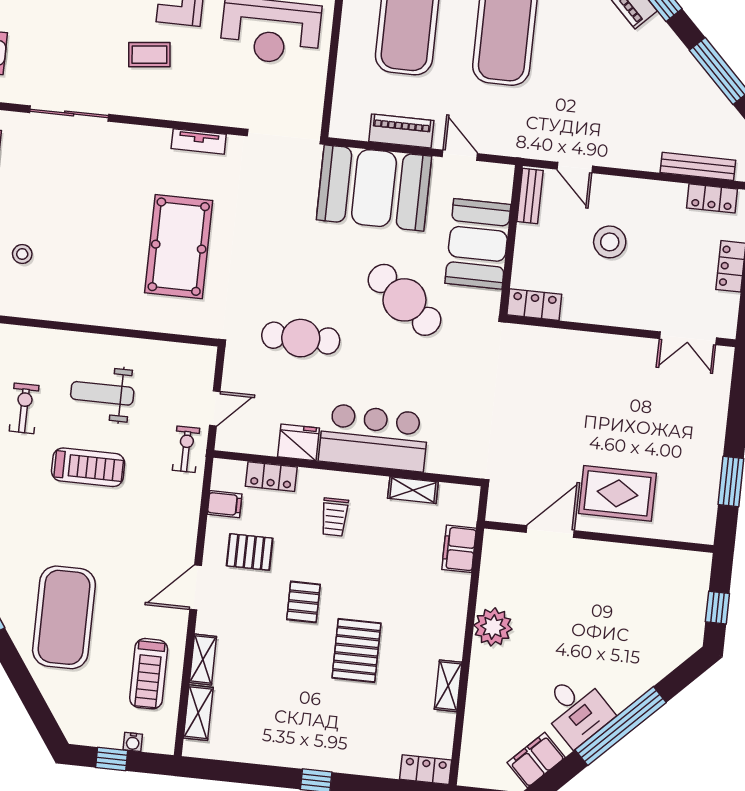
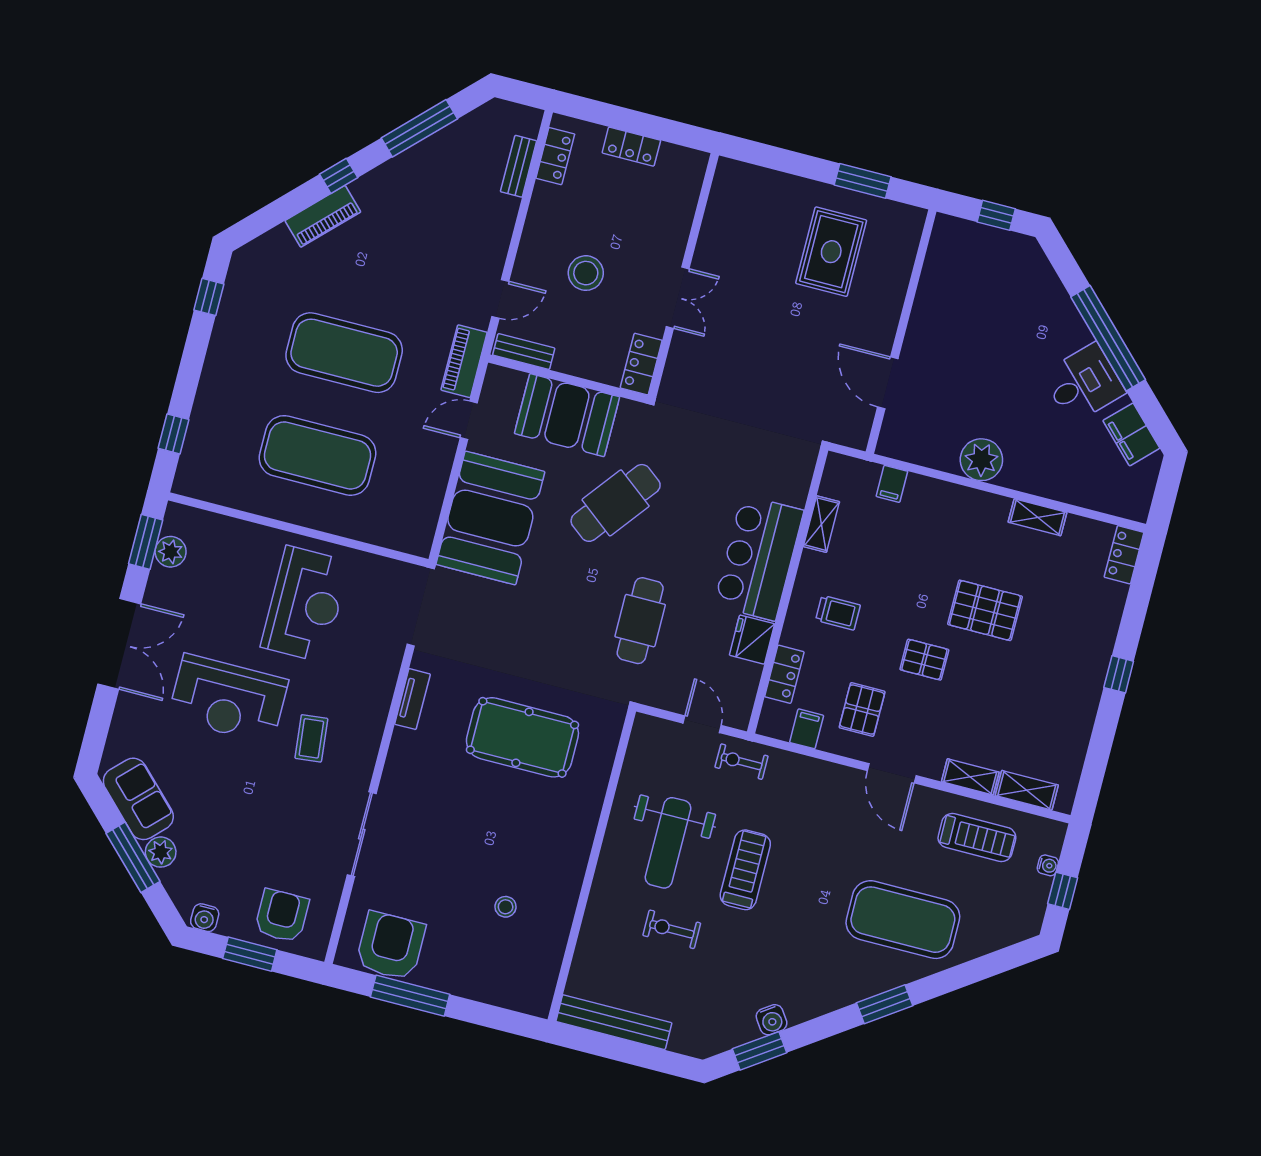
piano: (401, 131) -> (464, 361), moved
bench: (698, 166) -> (519, 166), width x0.73
double door: (688, 338) -> (678, 298), moved
weight bench: (102, 393) -> (668, 843), width x1.36, depth x1.33
rug: (617, 493) -> (831, 252), moved
filing cabinet: (459, 549) -> (892, 484), width x0.50

